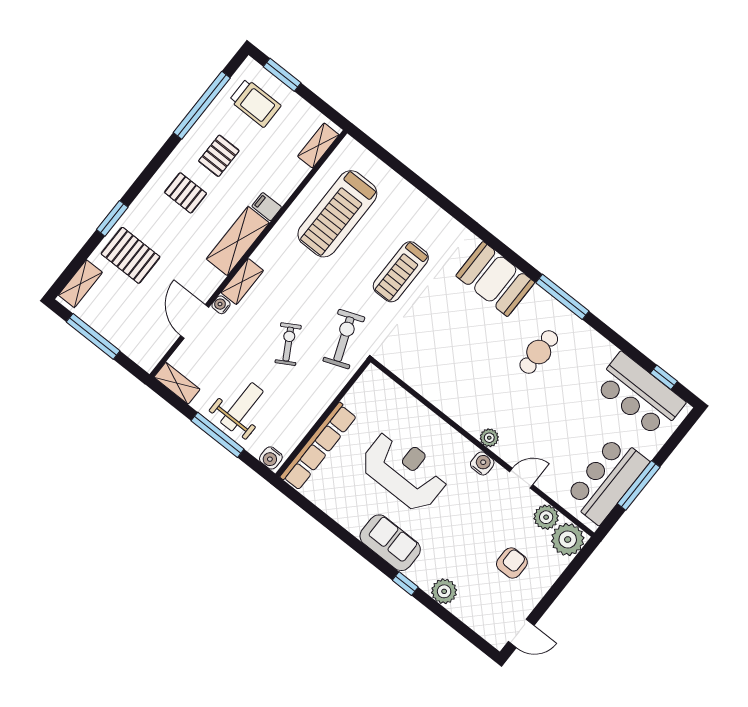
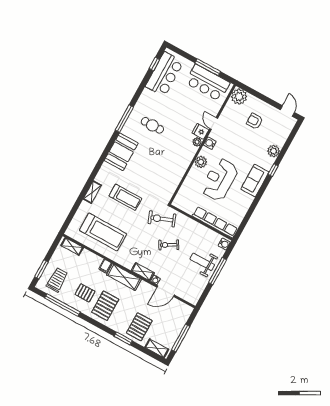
pallet: (186, 193) -> (105, 306), width x1.50, depth x1.42
shelving: (177, 383) -> (92, 192), moved
fridge: (510, 448) -> (200, 131), added
plant: (546, 517) -> (201, 162), moved

